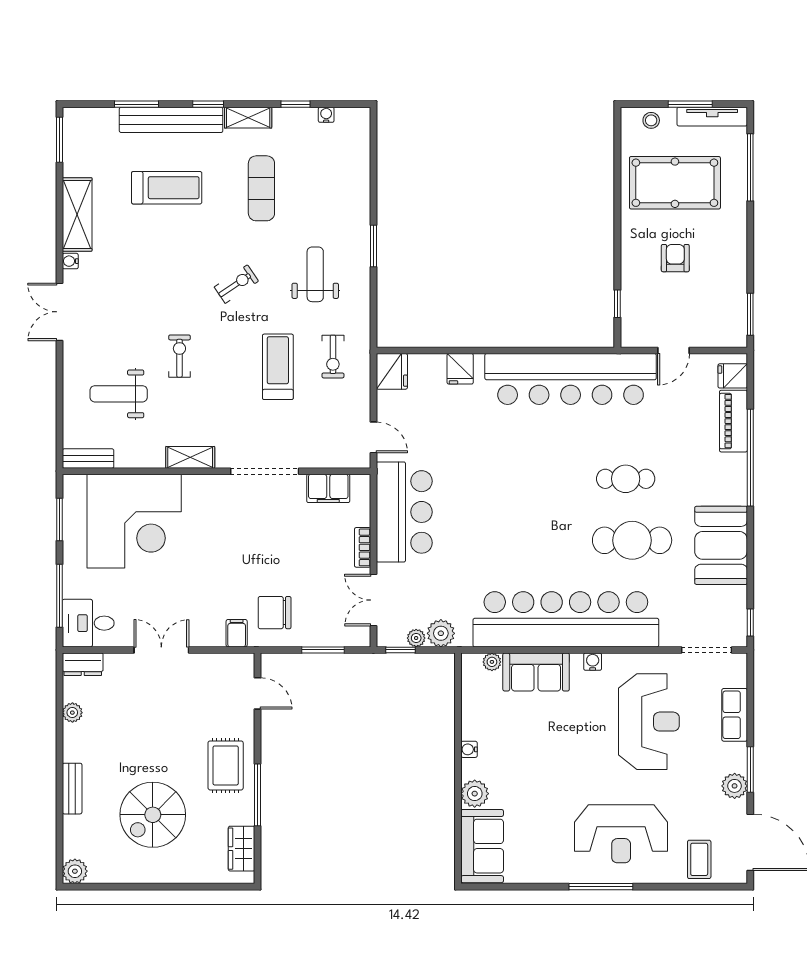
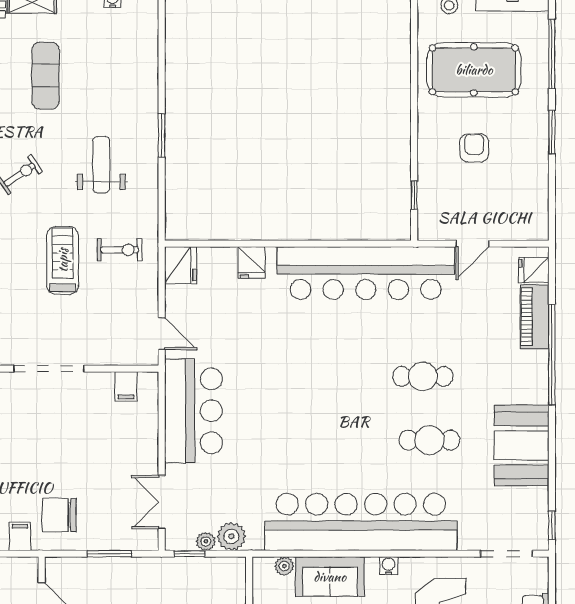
window: (750, 314) -> (552, 132), moved
exercise bike: (333, 357) -> (120, 250), turned -90
filing cabinet: (328, 488) -> (126, 386), width x0.50
cafe table: (632, 540) -> (429, 440), width x0.73, depth x0.74
bookcase: (363, 547) -> (150, 447), removed

